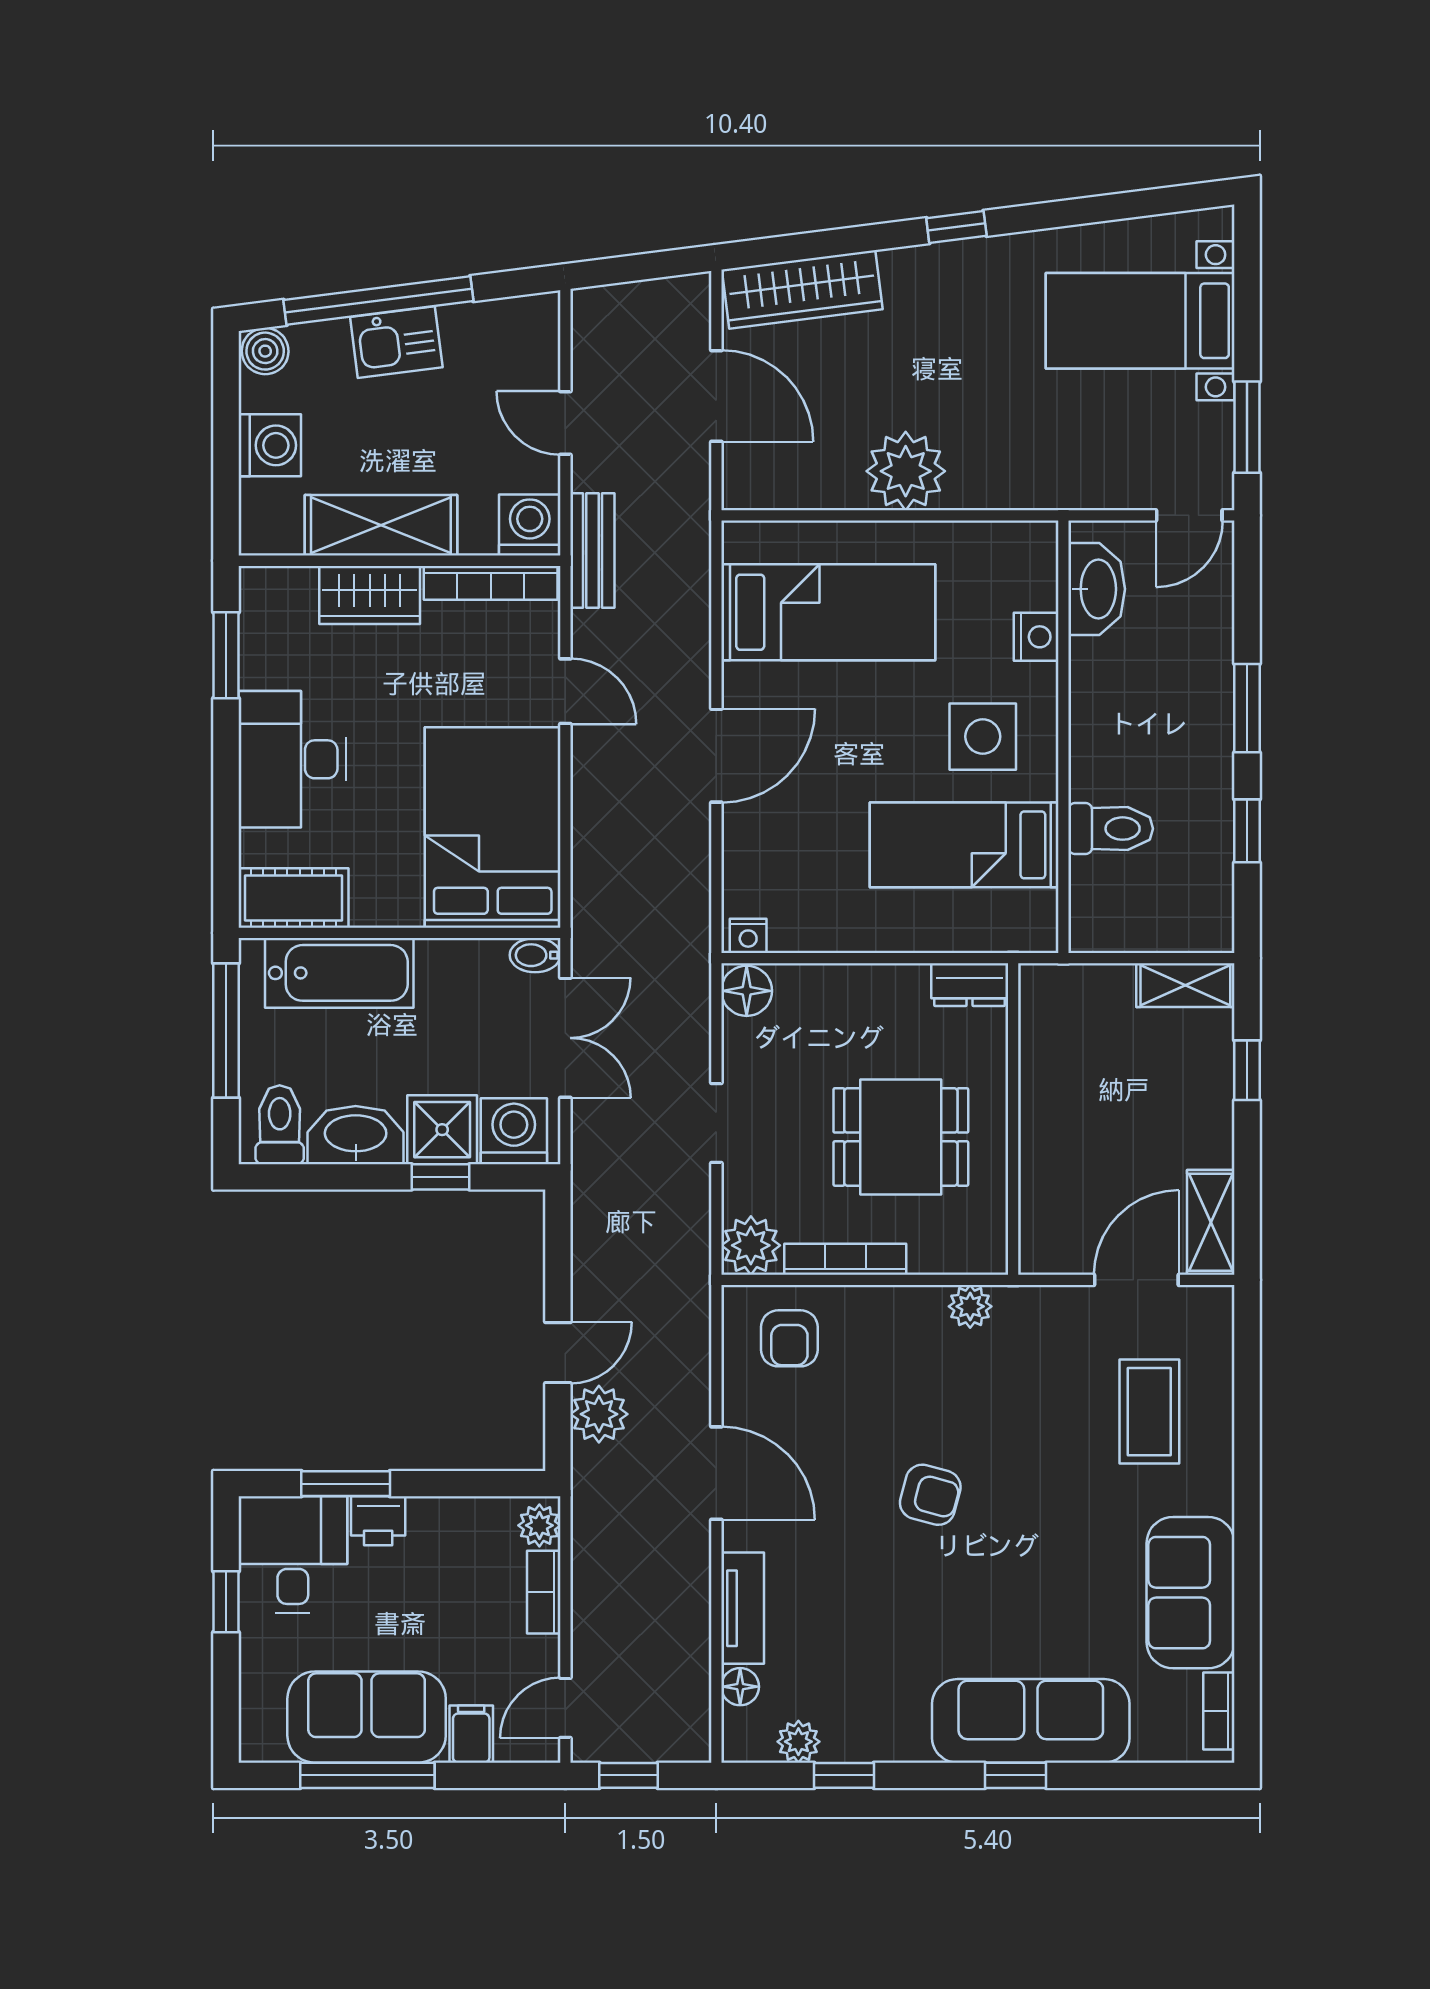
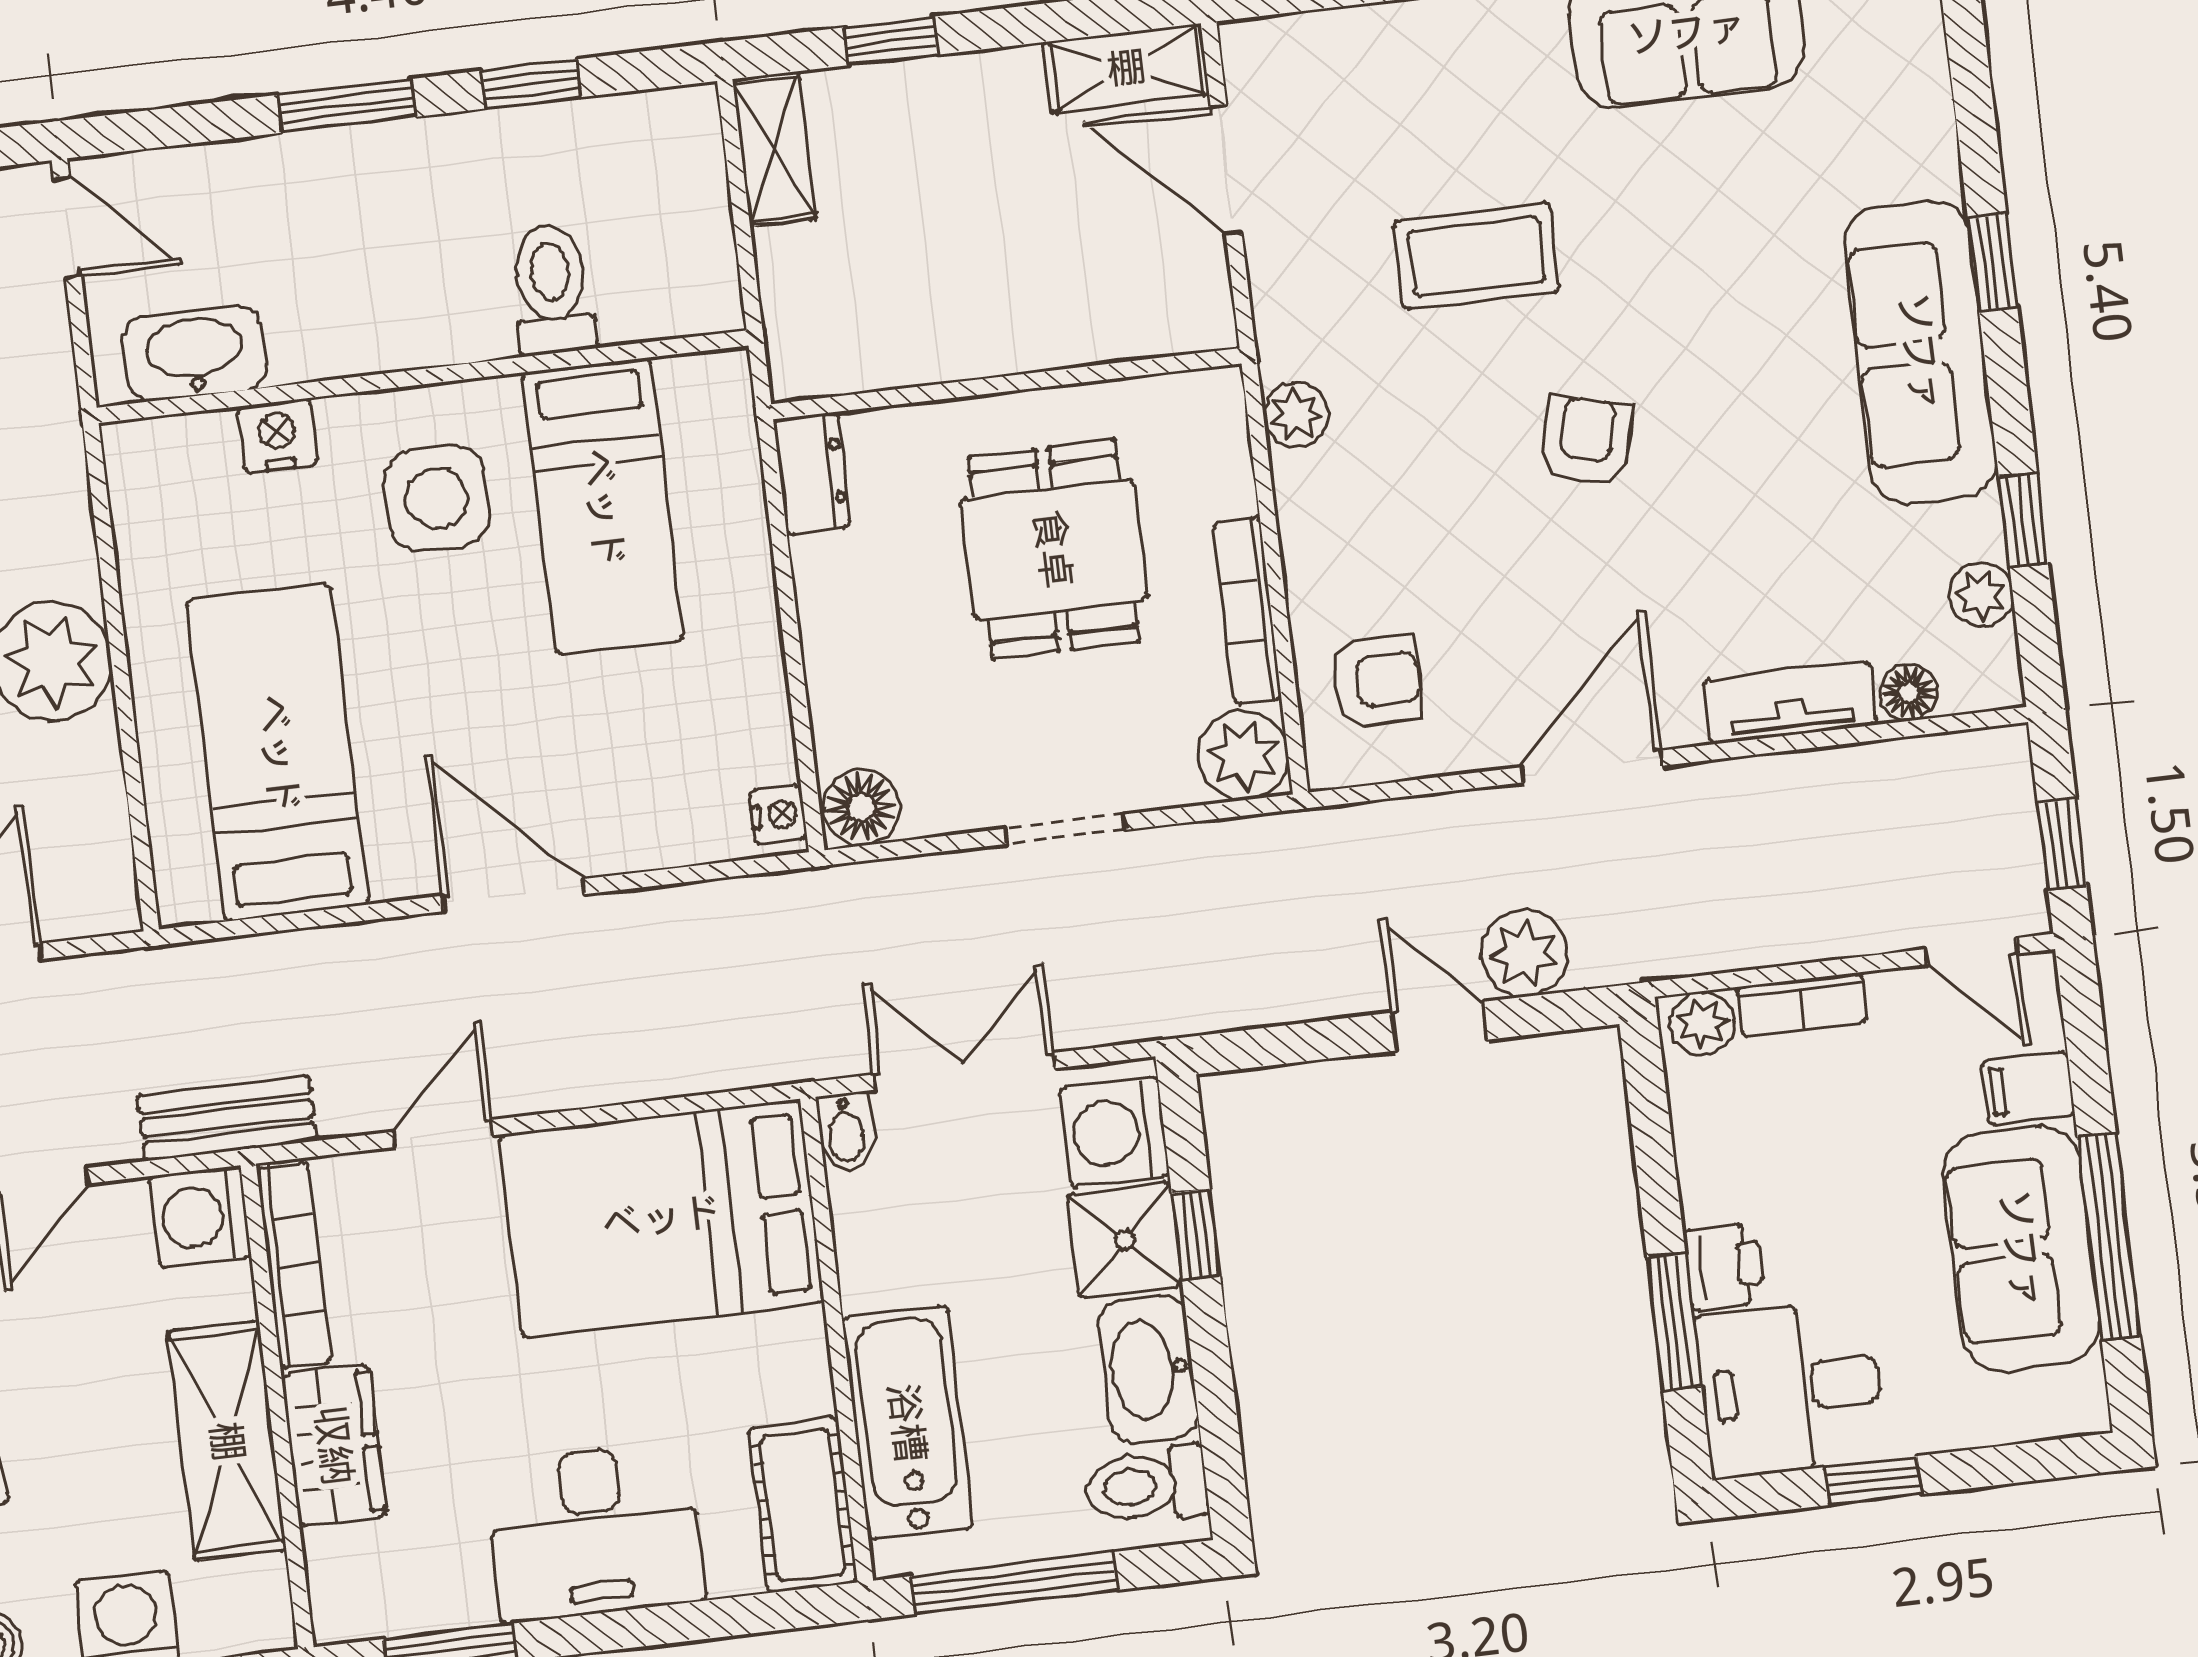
coffee table: (1149, 1412) -> (1476, 257), moved
sofa: (1031, 1721) -> (1920, 352), moved

